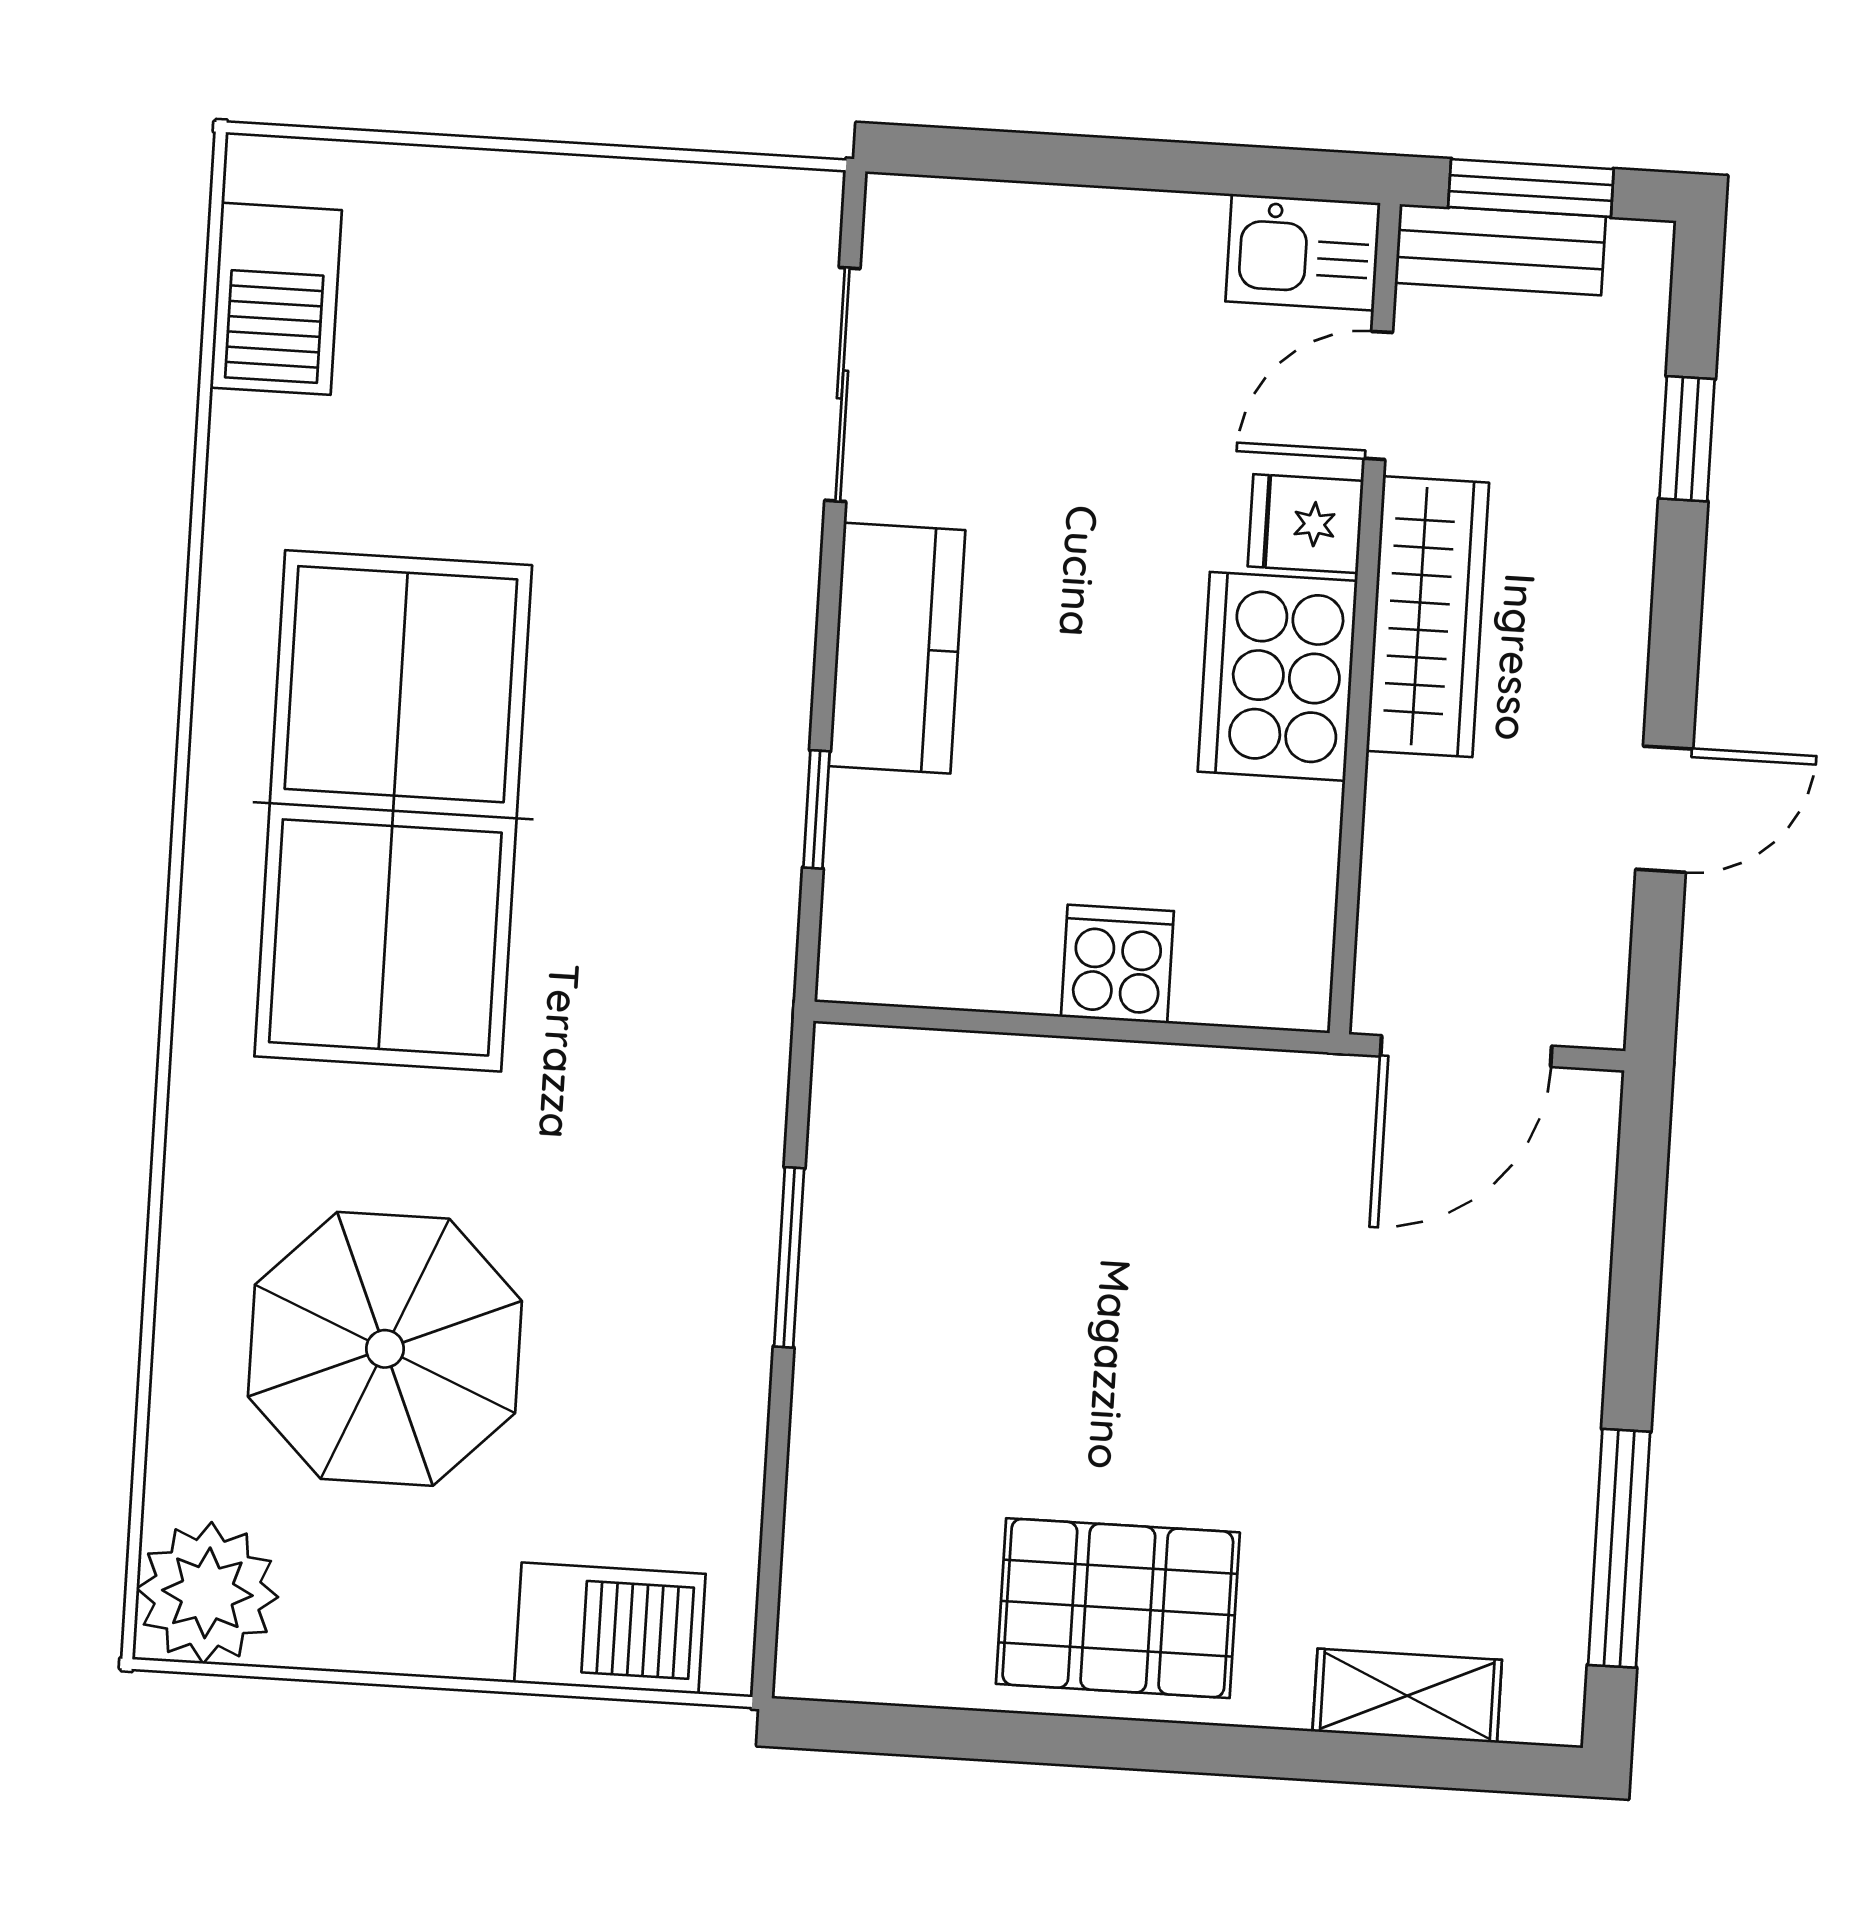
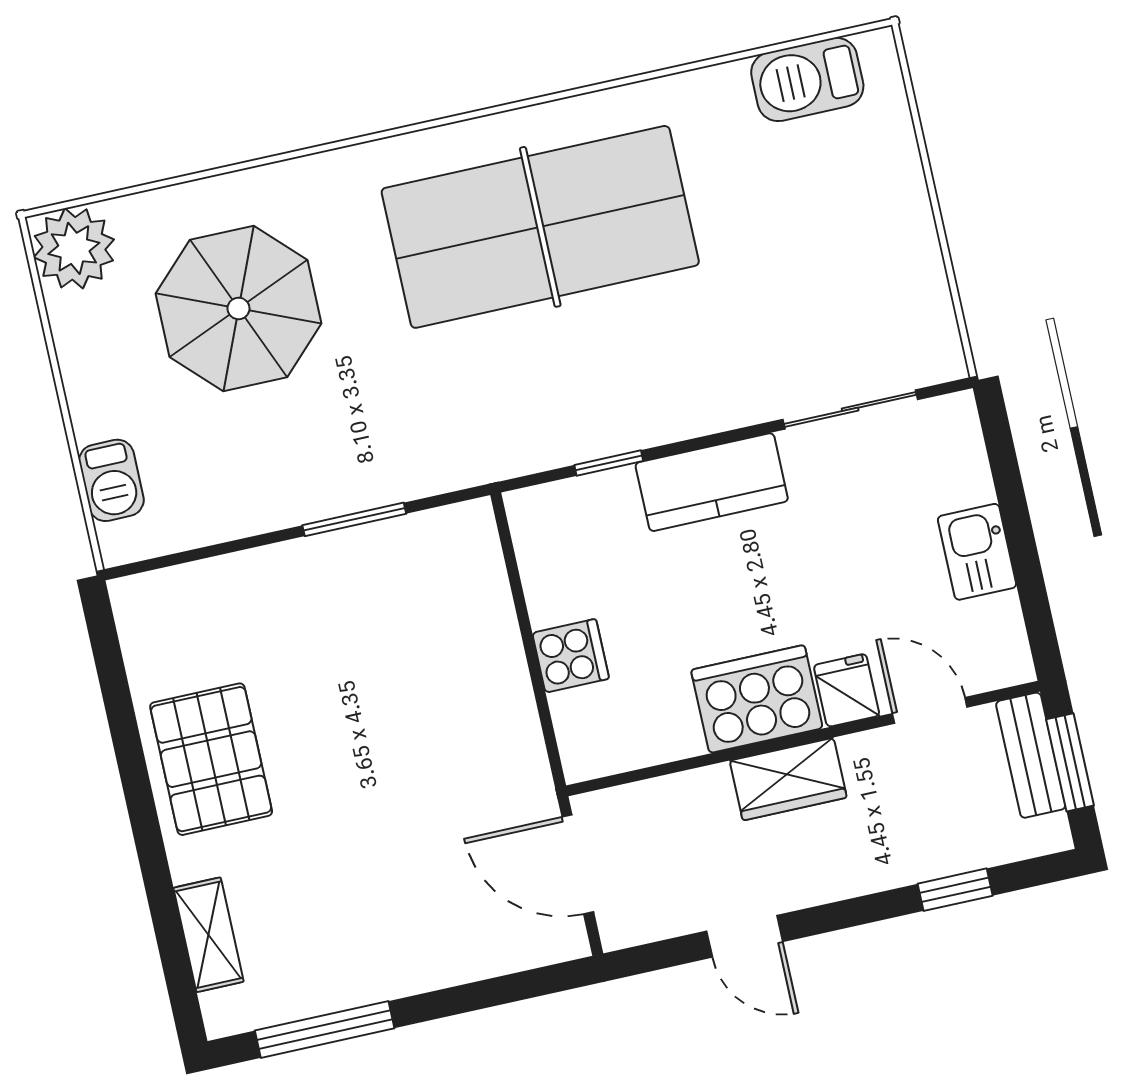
kitchen sink: (1303, 252) -> (977, 552), moved
wardrobe: (1428, 617) -> (788, 779), width x0.67
barbecue: (610, 1628) -> (111, 480), width x0.73, depth x0.79

